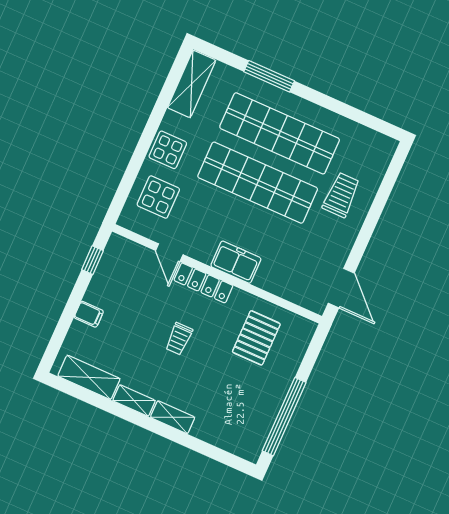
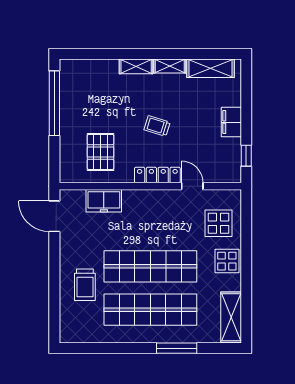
freezer: (236, 262) -> (104, 201), moved
filing cabinet: (89, 314) -> (231, 122), width x2.00
trolley: (179, 339) -> (157, 126), turned -73

